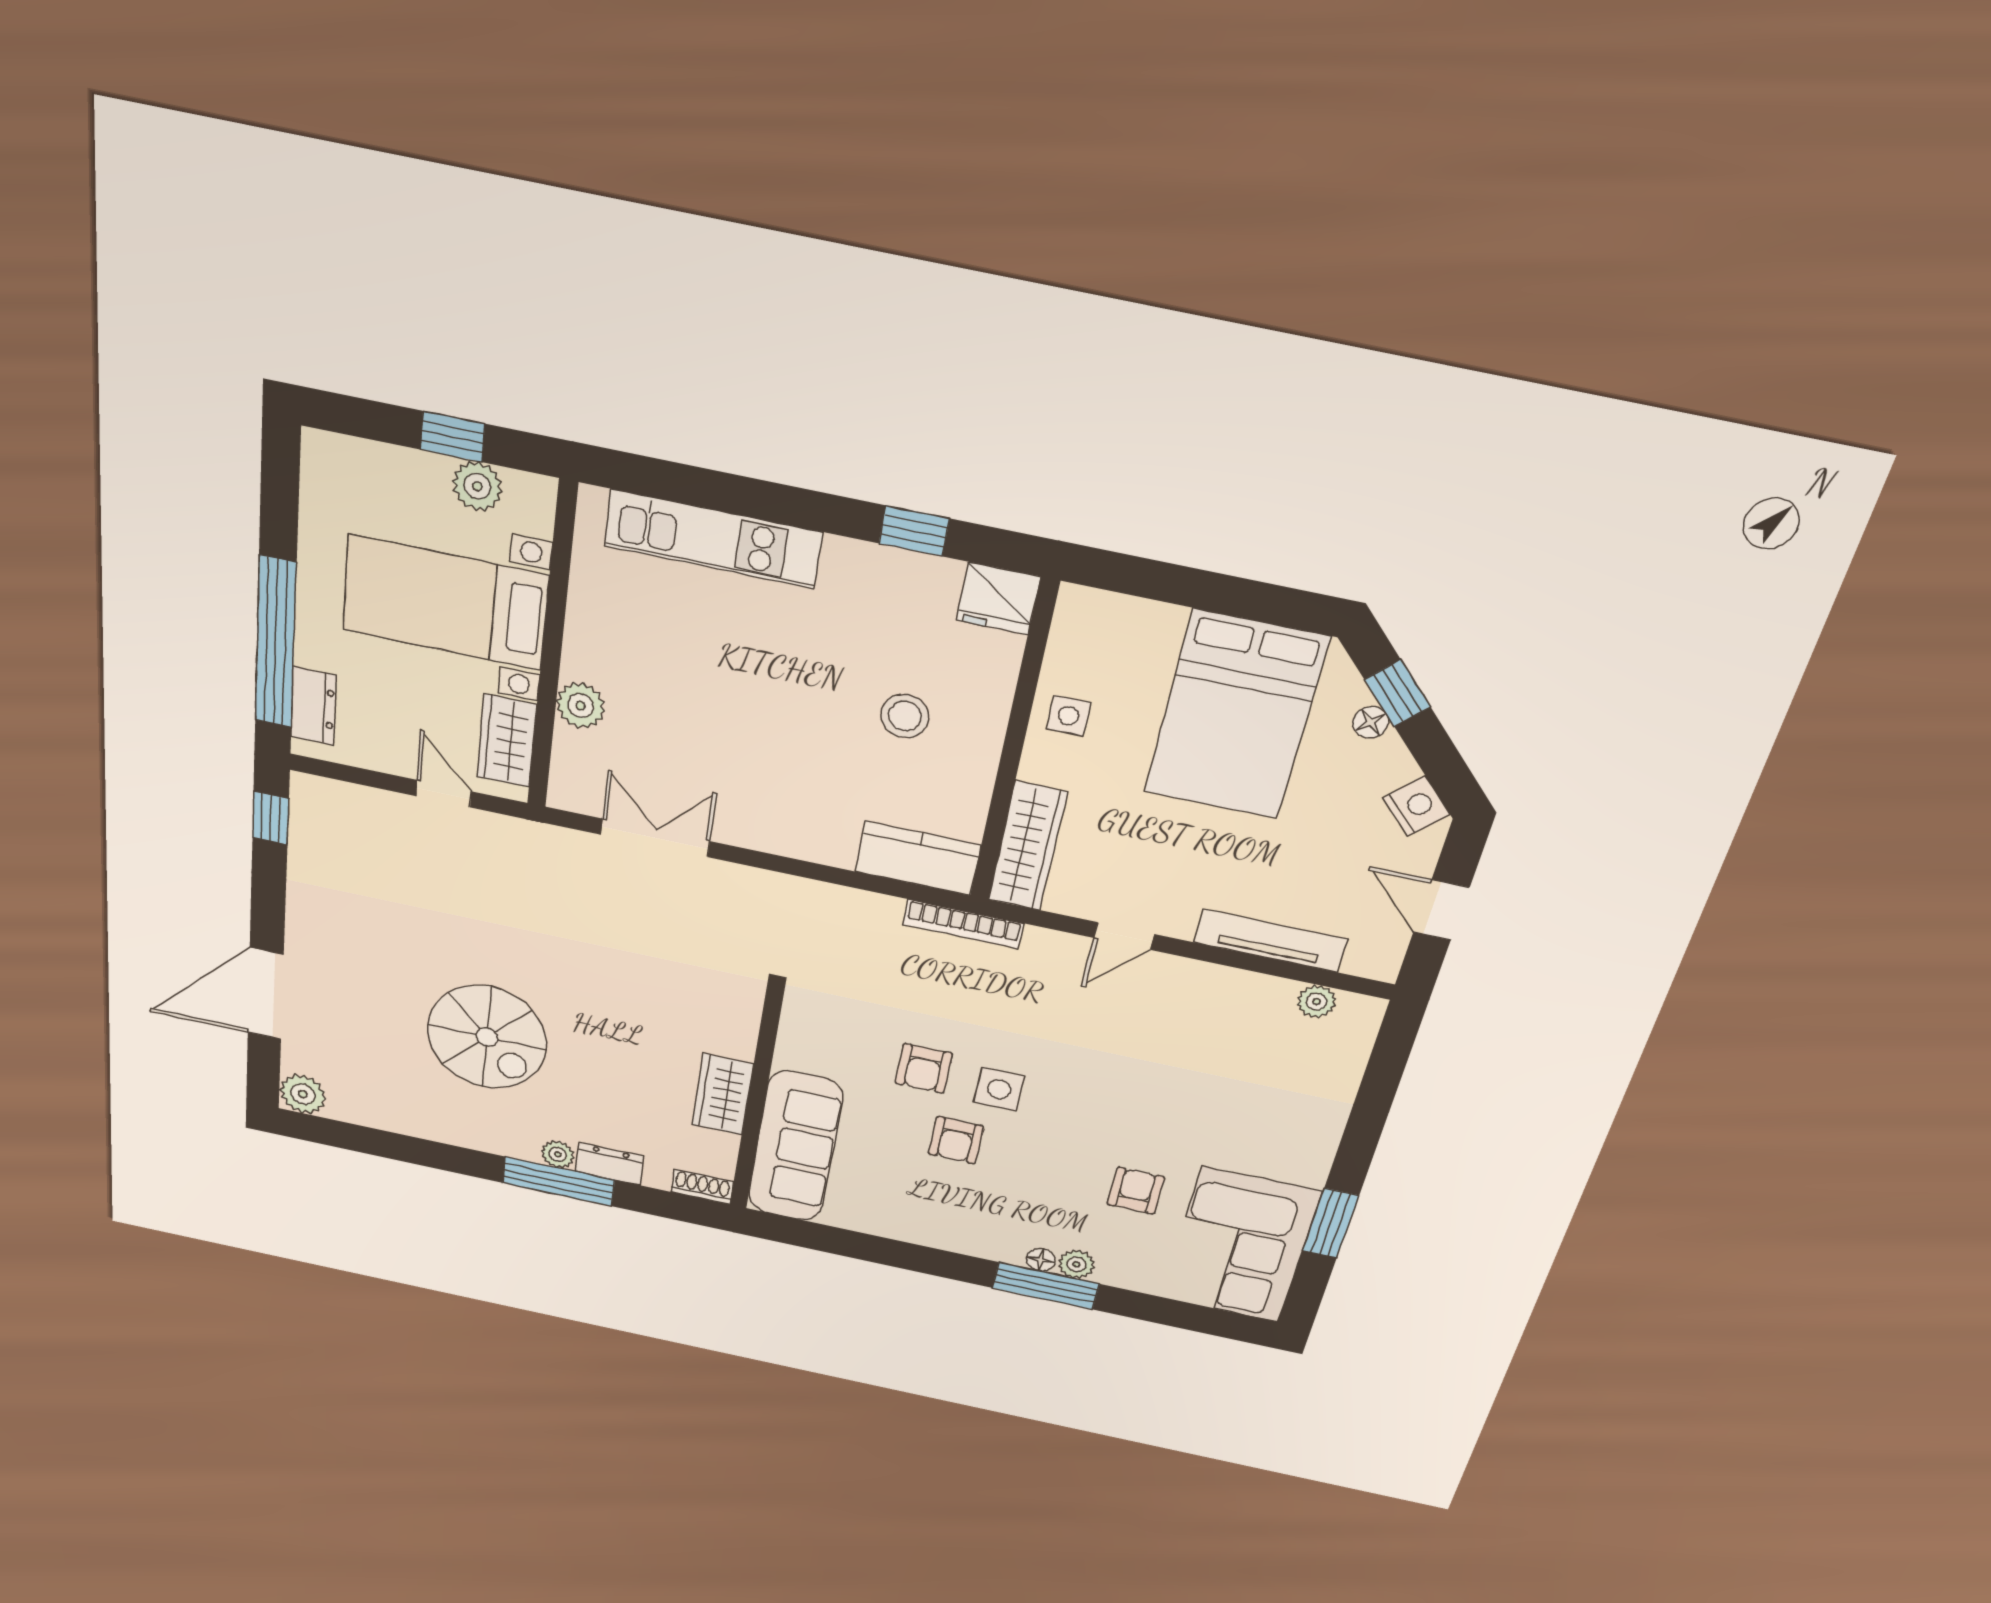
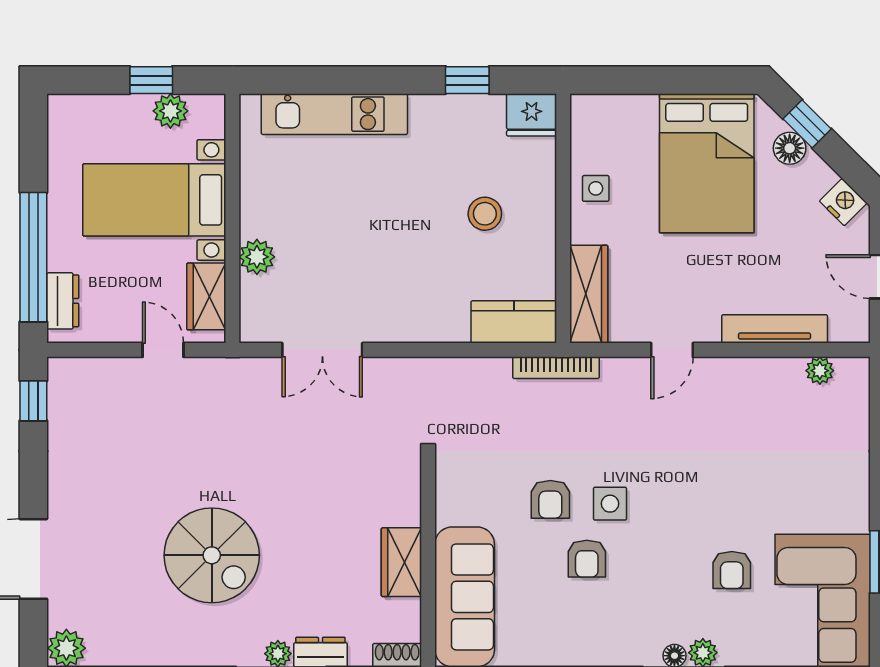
floor lamp: (1371, 722) -> (790, 148), width x1.37, depth x1.37
double door: (655, 838) -> (322, 350), swing flipped
armchair: (1136, 1191) -> (732, 570), turned 180

